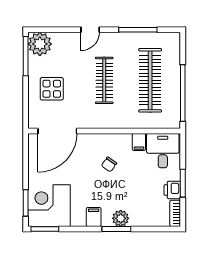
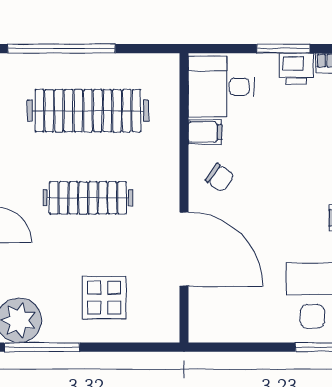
window: (183, 93) -> (62, 49), moved
door: (57, 131) -> (184, 249), moved
chair: (109, 164) -> (220, 178), moved

